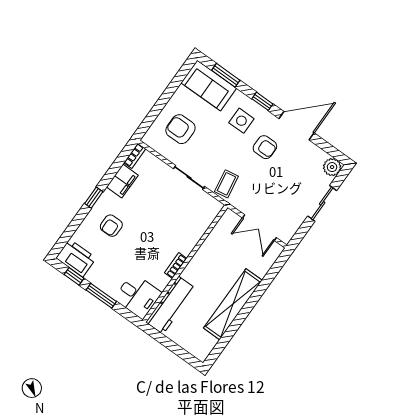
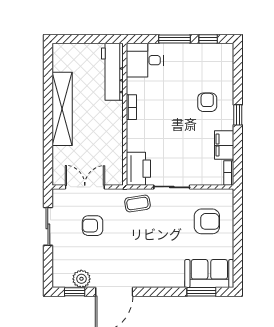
window: (262, 101) -> (75, 292), moved
side table: (241, 121) -> (162, 264), removed
armchair: (265, 147) -> (93, 226), moved
plant: (332, 167) -> (81, 279), moved
coffee table: (226, 184) -> (137, 204), turned 90
sliding door: (322, 203) -> (48, 226), moved
printer: (76, 258) -> (138, 169), moved, turned -90

